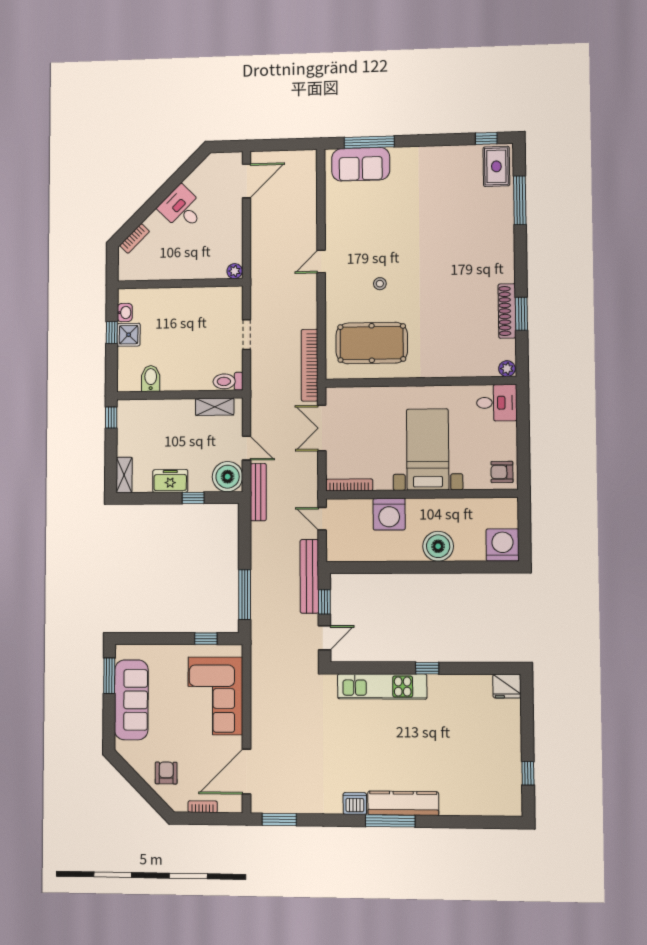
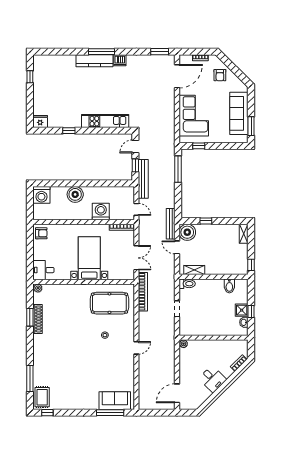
bed with nightstands: (428, 449) -> (89, 258), moved, turned 180
freezer: (170, 481) -> (218, 230), removed
window: (427, 668) -> (69, 131), moved

